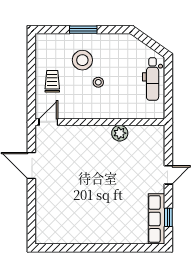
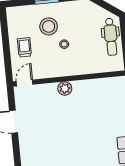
plant: (120, 133) -> (65, 89), moved

